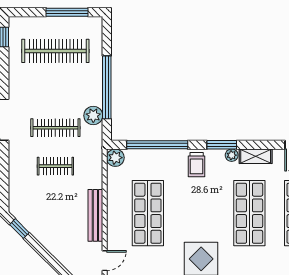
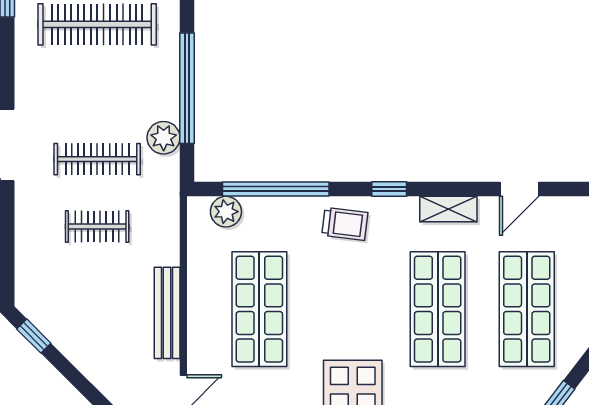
window: (222, 145) -> (389, 189), width x0.67
plant: (232, 155) -> (406, 207), removed
plant: (115, 158) -> (226, 212), moved
trolley: (197, 165) -> (345, 224), turned -83

